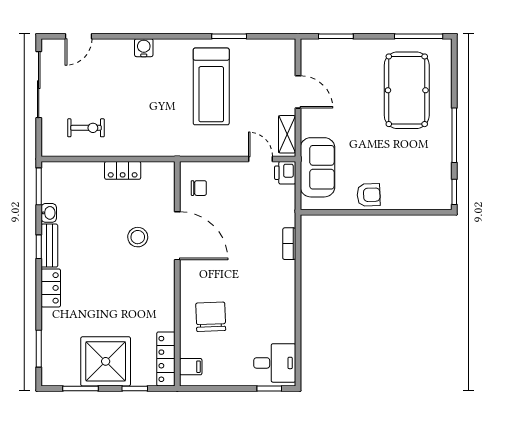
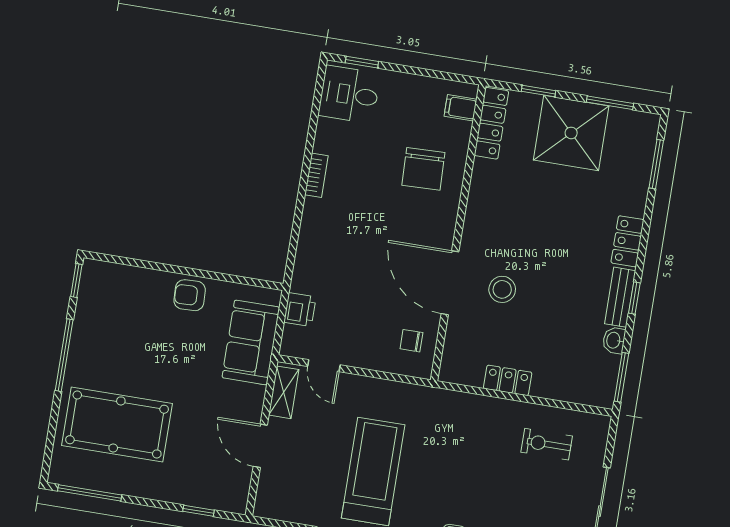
window: (336, 36) -> (199, 511), width x0.67
pool table: (407, 90) -> (117, 424), turned 90
printer: (285, 173) -> (300, 310), moved
bookcase: (289, 244) -> (316, 175), moved

